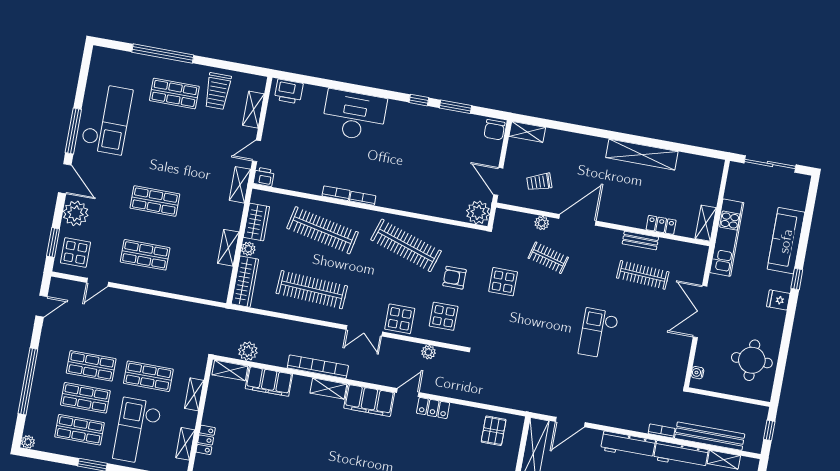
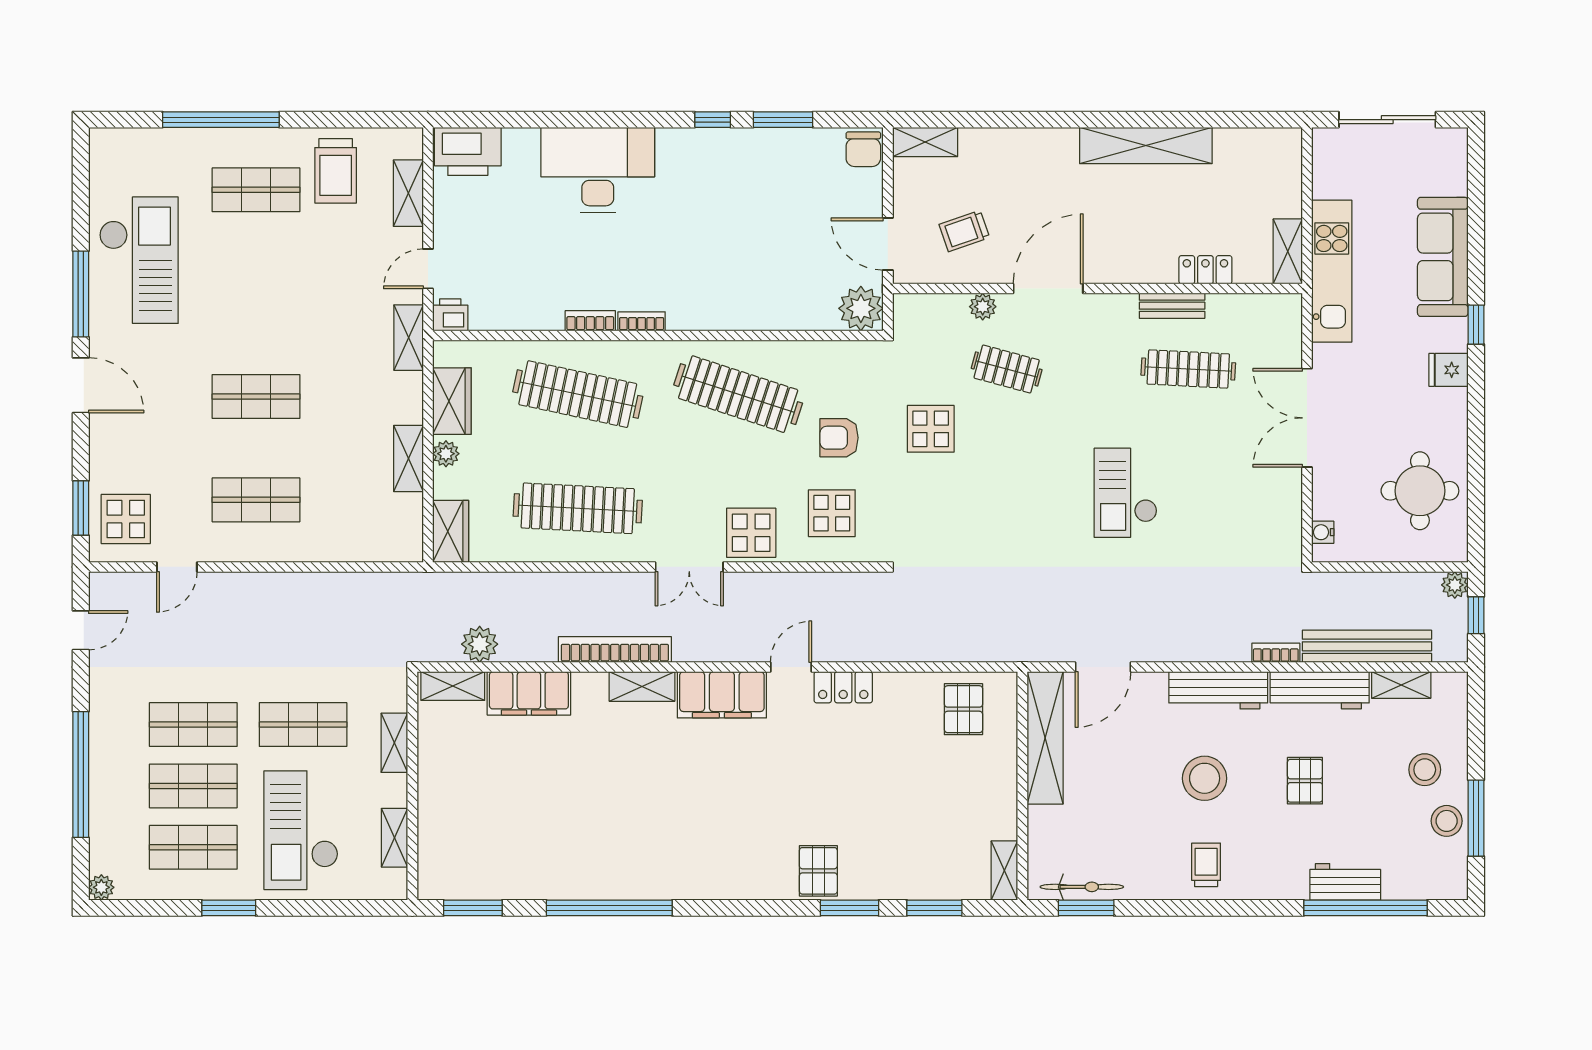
printer: (289, 91) -> (468, 151), width x1.37, depth x1.19
plant: (76, 213) -> (113, 446), removed
wardrobe: (245, 282) -> (451, 531), width x0.67
plant: (428, 352) -> (1455, 585), moved
locker: (206, 440) -> (431, 824), removed

